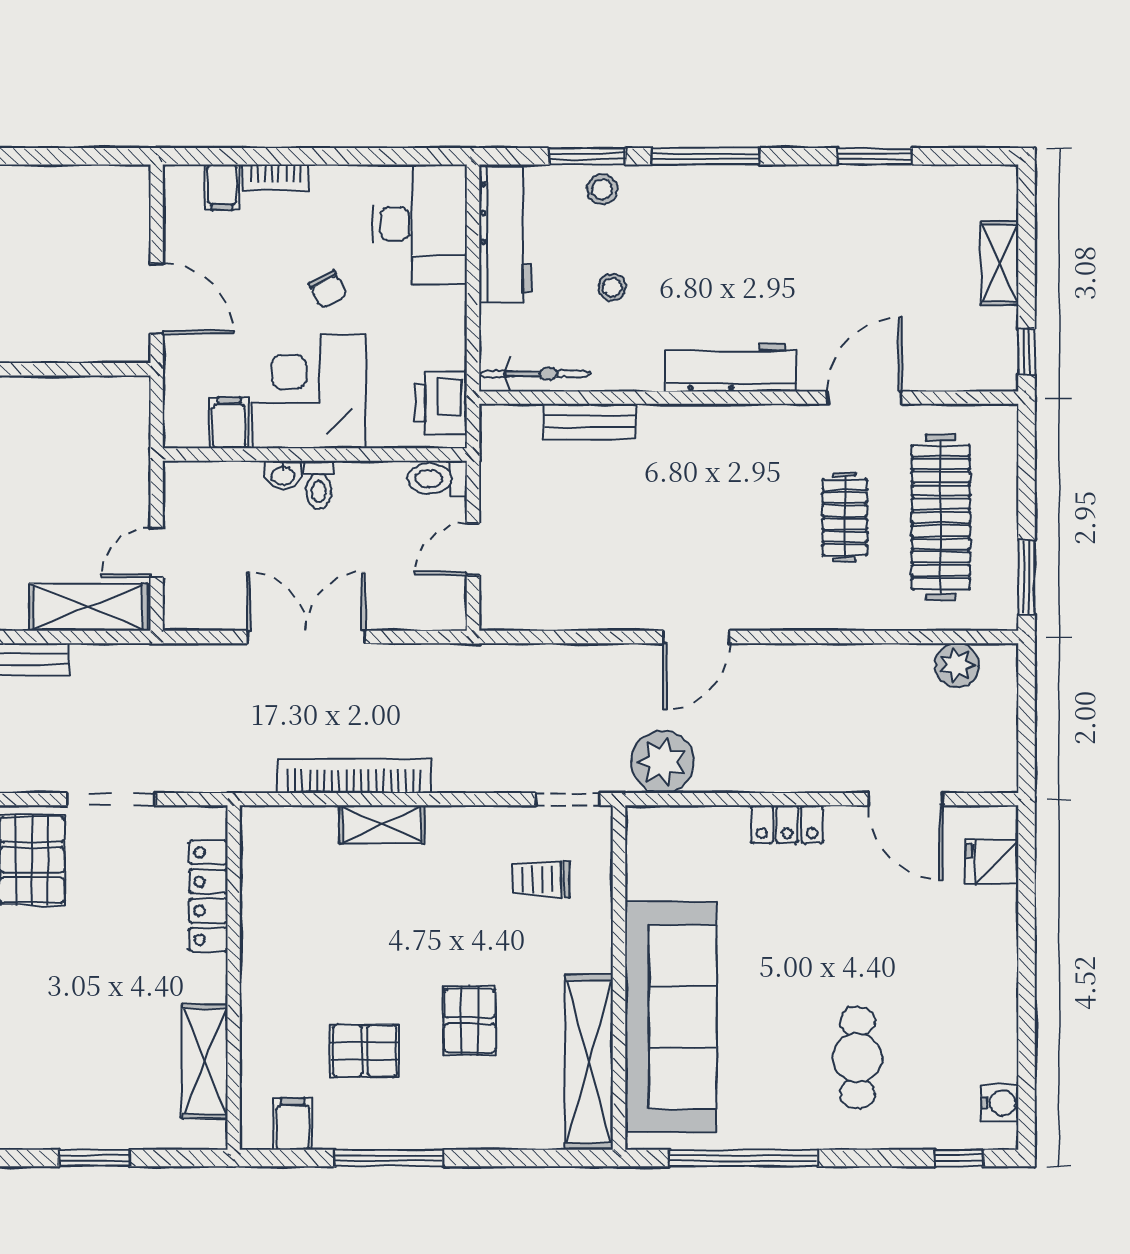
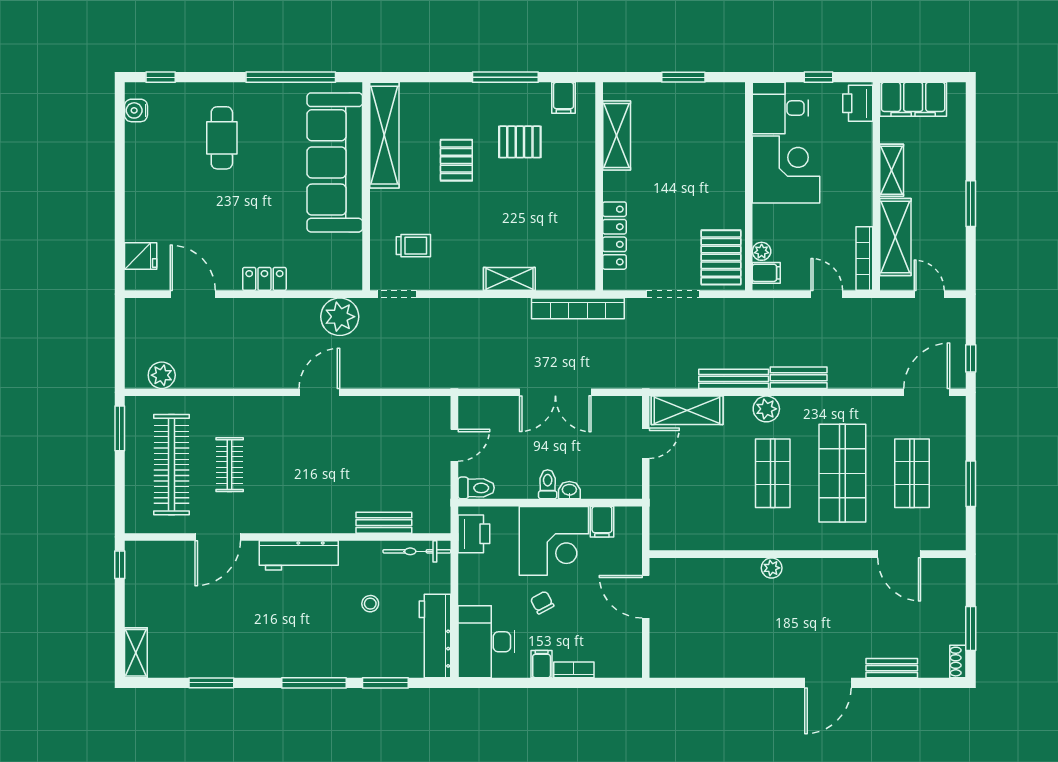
filing cabinet: (222, 187) -> (542, 664), moved
stool: (602, 189) -> (376, 663), removed
shelving: (1000, 263) -> (136, 653), moved
bookcase: (354, 776) -> (578, 308), moved

